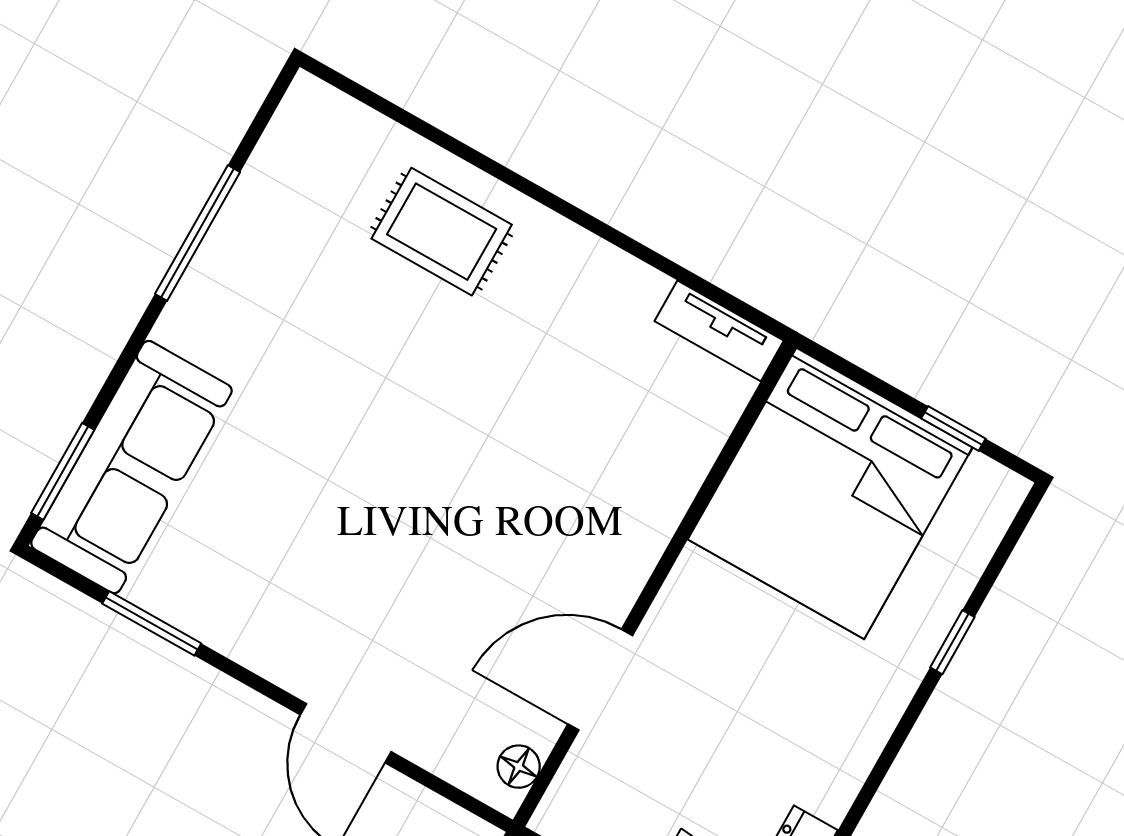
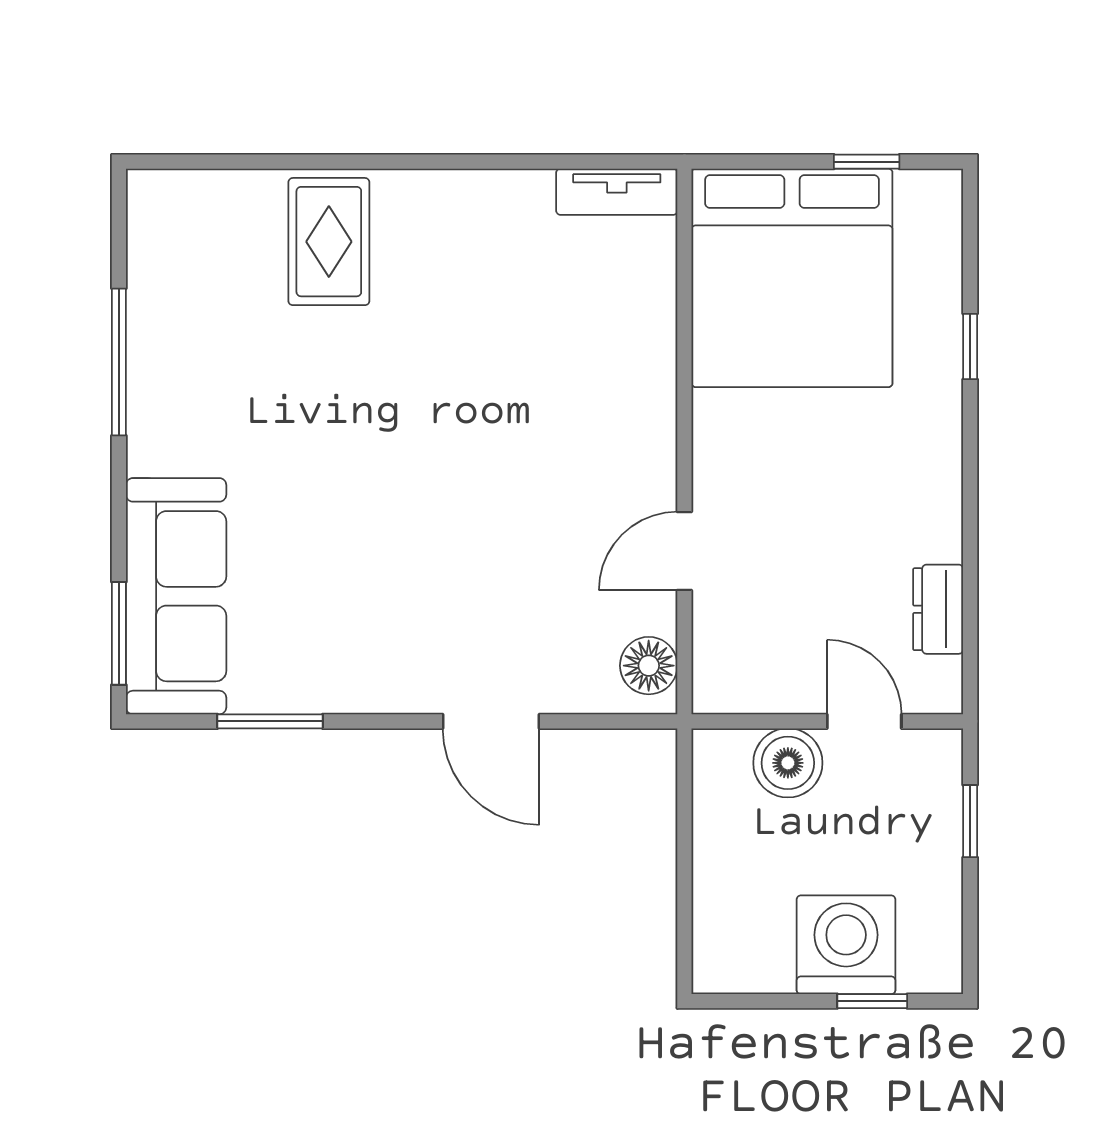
rug: (442, 232) -> (329, 242), turned 90
door: (600, 680) -> (684, 551), width x0.73
floor lamp: (519, 767) -> (649, 666), width x1.37, depth x1.37

